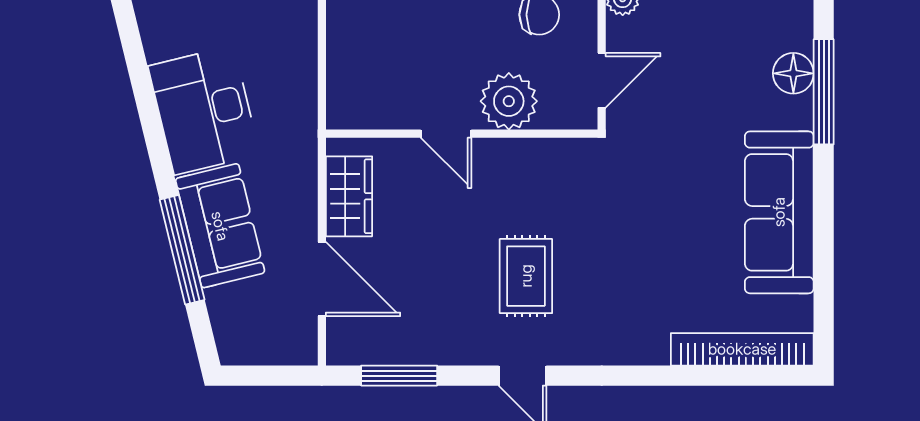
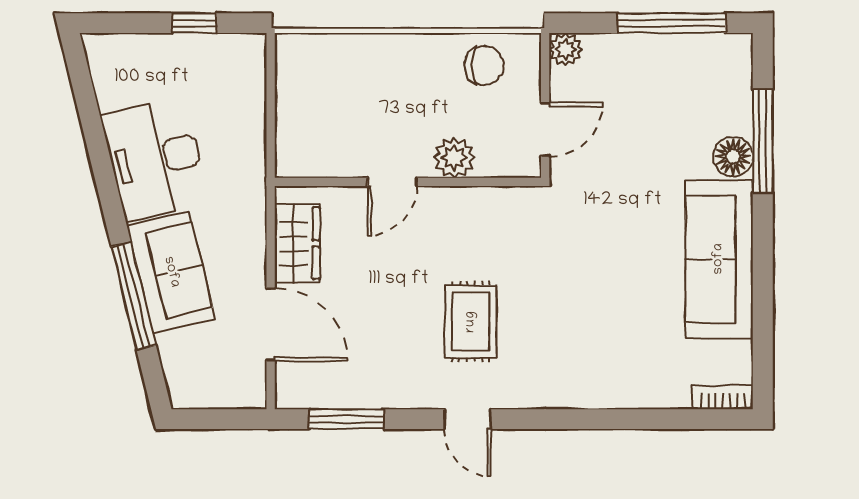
floor lamp: (793, 73) -> (733, 157), moved
plant: (509, 101) -> (454, 158), width x0.73, depth x0.73
door: (446, 134) -> (392, 182), hinge flipped
bookcase: (742, 349) -> (723, 397), width x0.43, depth x0.76

